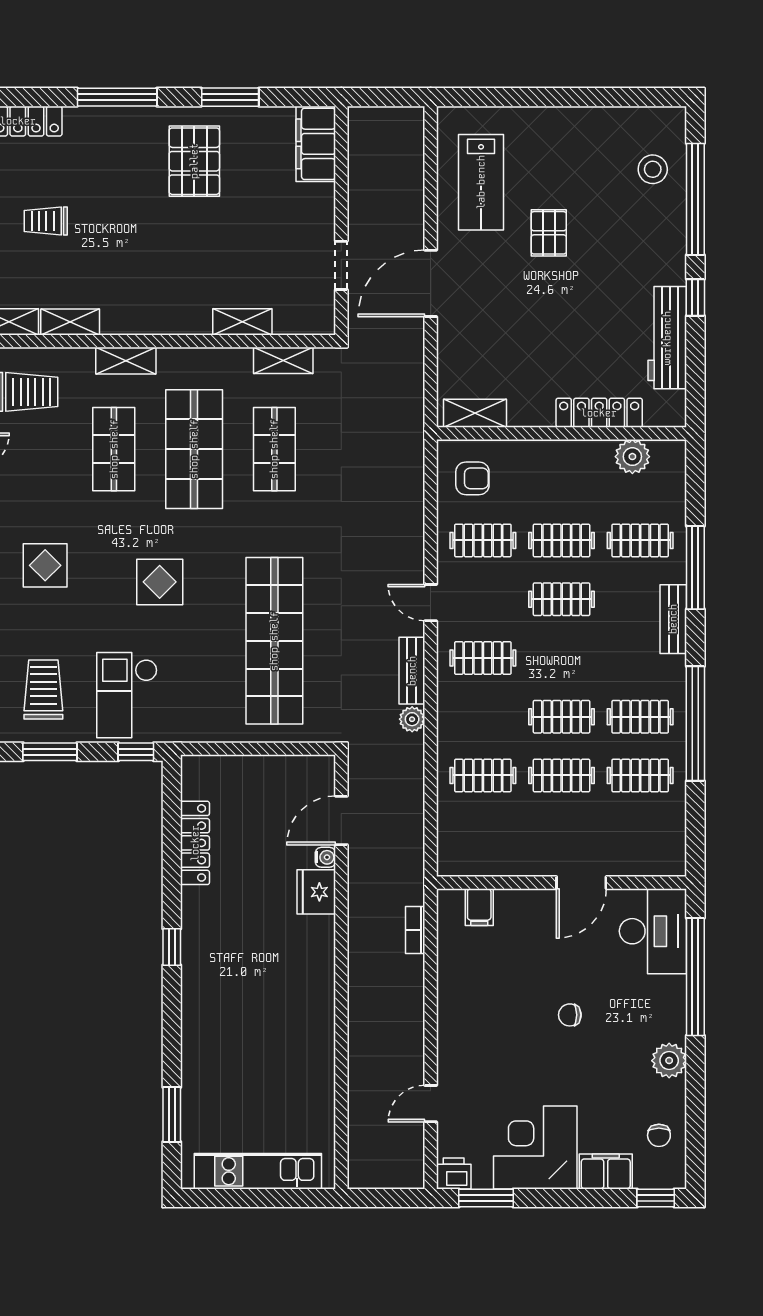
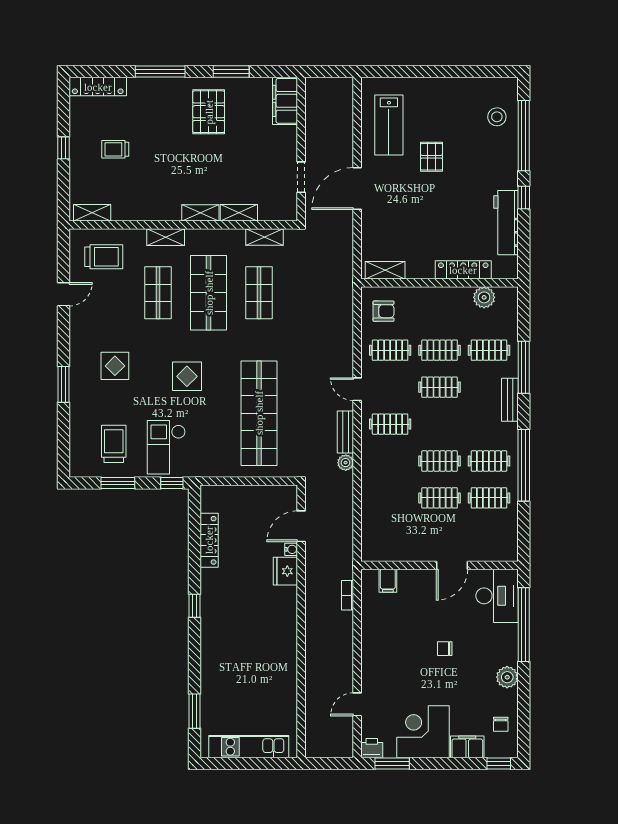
shelving: (70, 322) -> (200, 213), moved
clothes rail: (483, 775) -> (390, 498), removed

